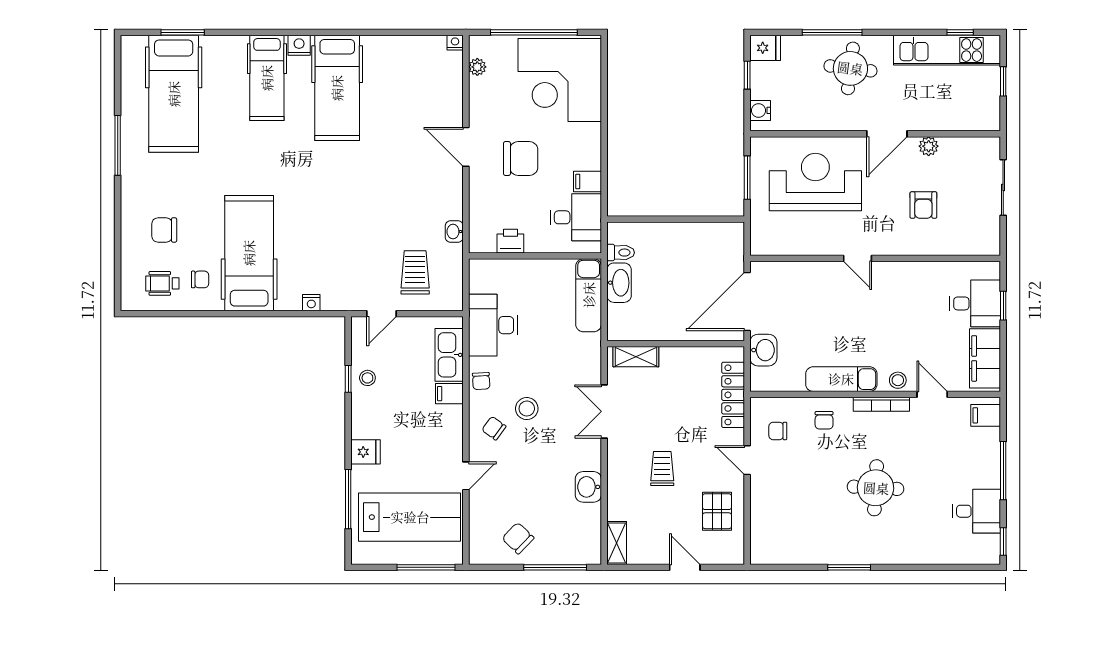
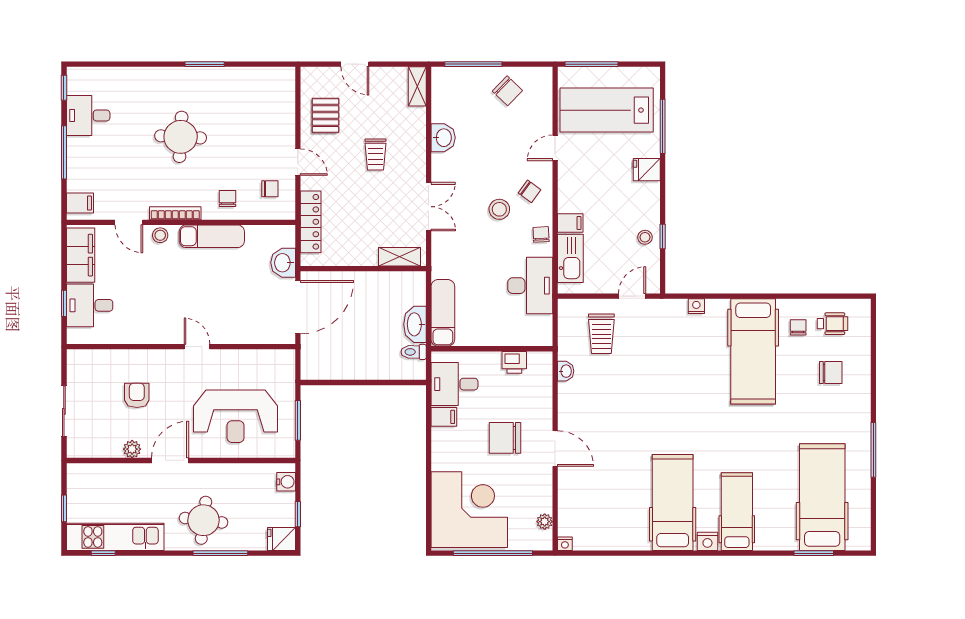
chair: (200, 279) -> (798, 327), turned 90

